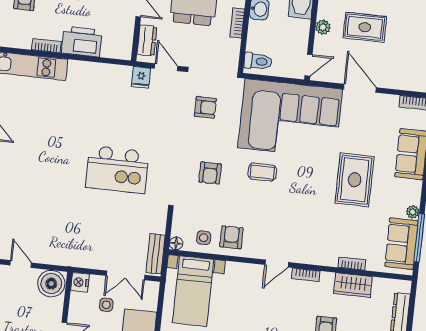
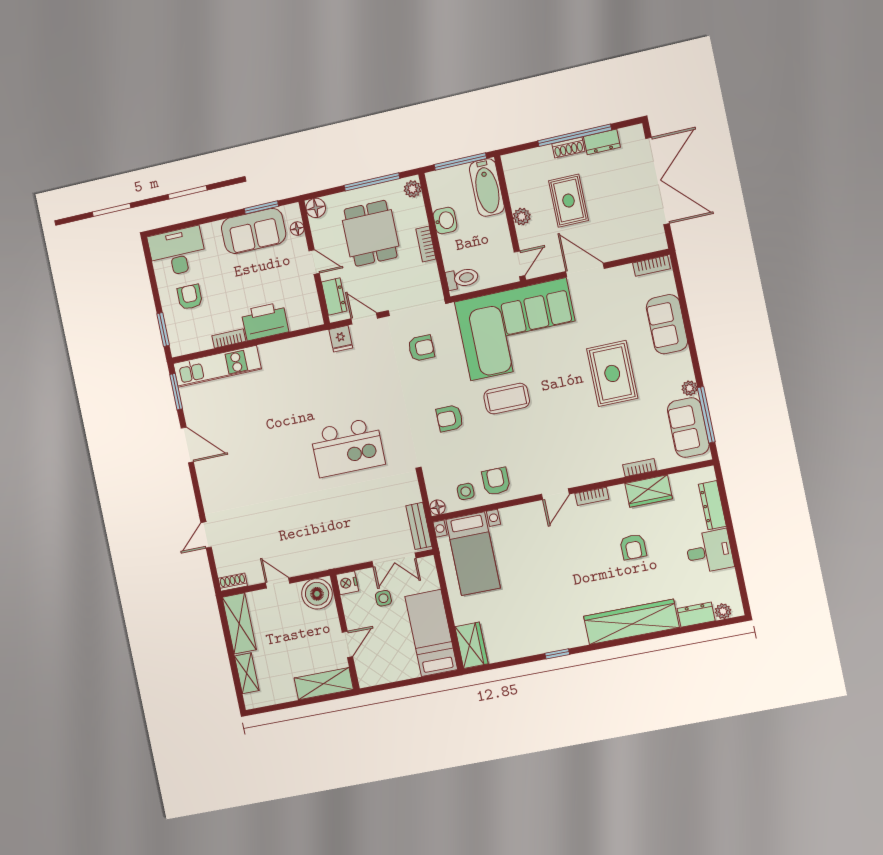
rug: (365, 27) -> (568, 201), turned 90
coffee table: (262, 172) -> (507, 399), width x1.36, depth x1.30
armchair: (210, 173) -> (450, 418), turned 90

